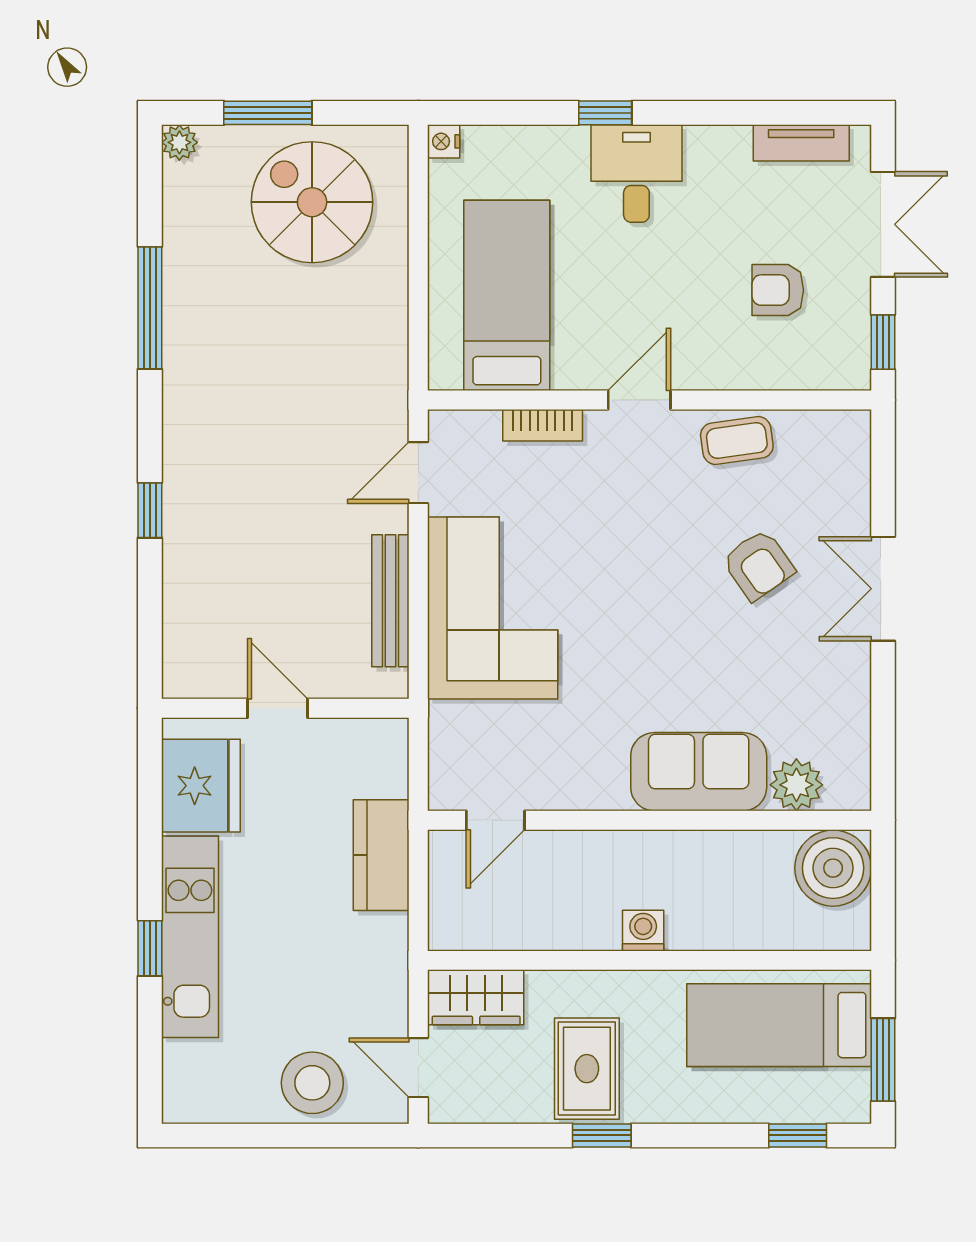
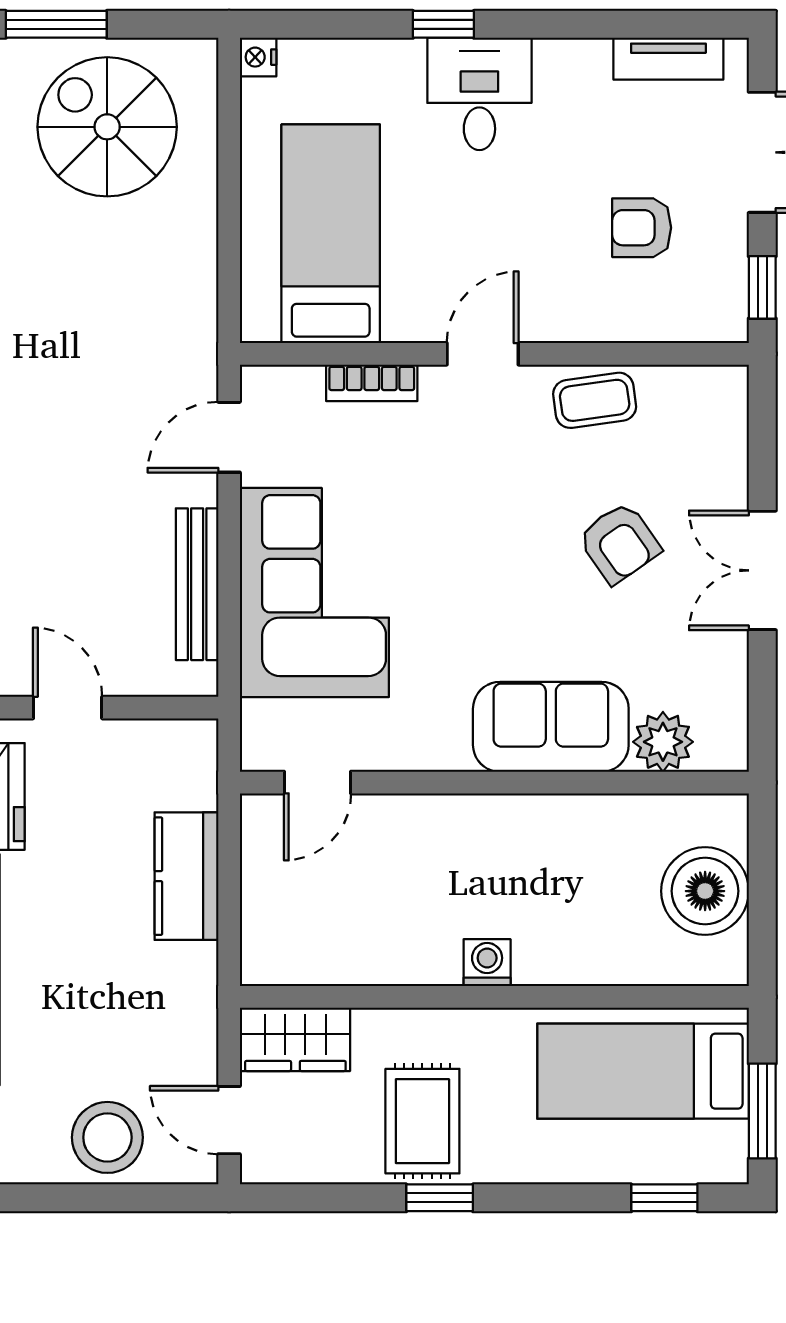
sofa: (699, 772) -> (551, 727), moved
plant: (796, 785) -> (663, 742), moved
door: (495, 820) -> (317, 783), moved
wall: (649, 820) -> (494, 783), moved

